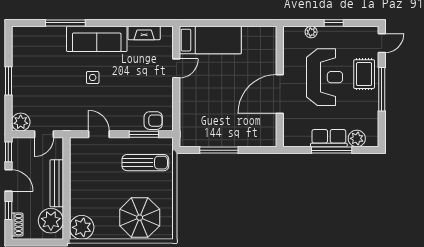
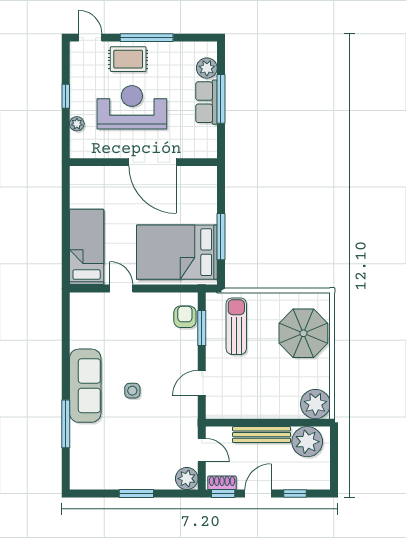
fireplace: (144, 33) -> (78, 328), removed
bed: (206, 114) -> (177, 252), added
shoe rack: (17, 225) -> (222, 483), moved

